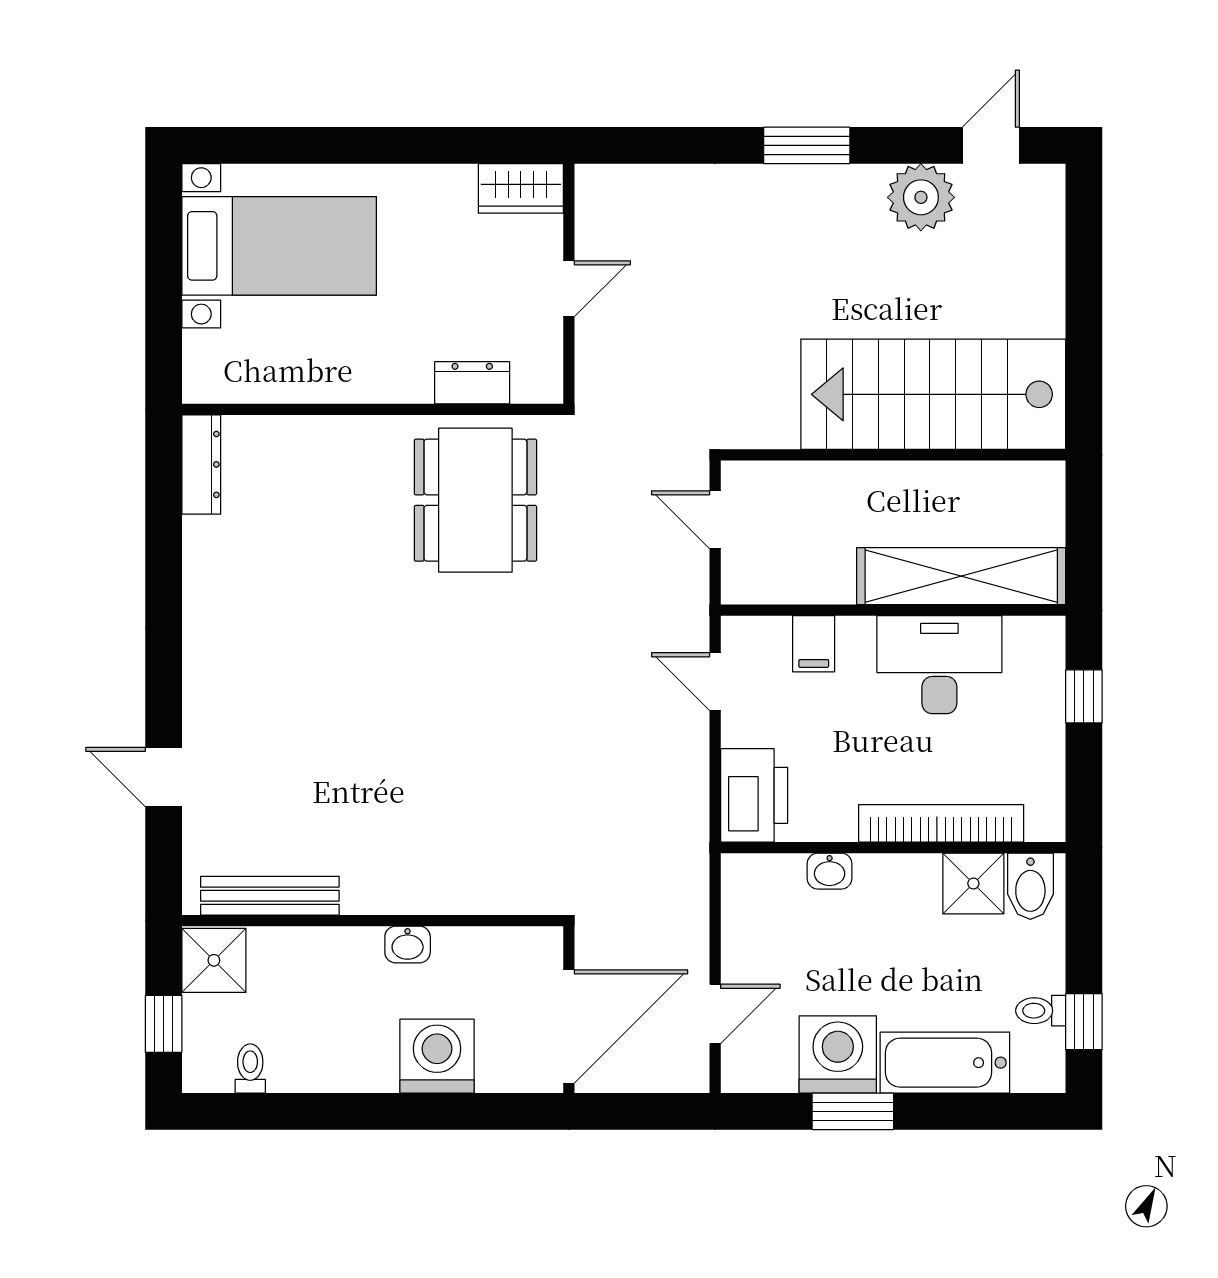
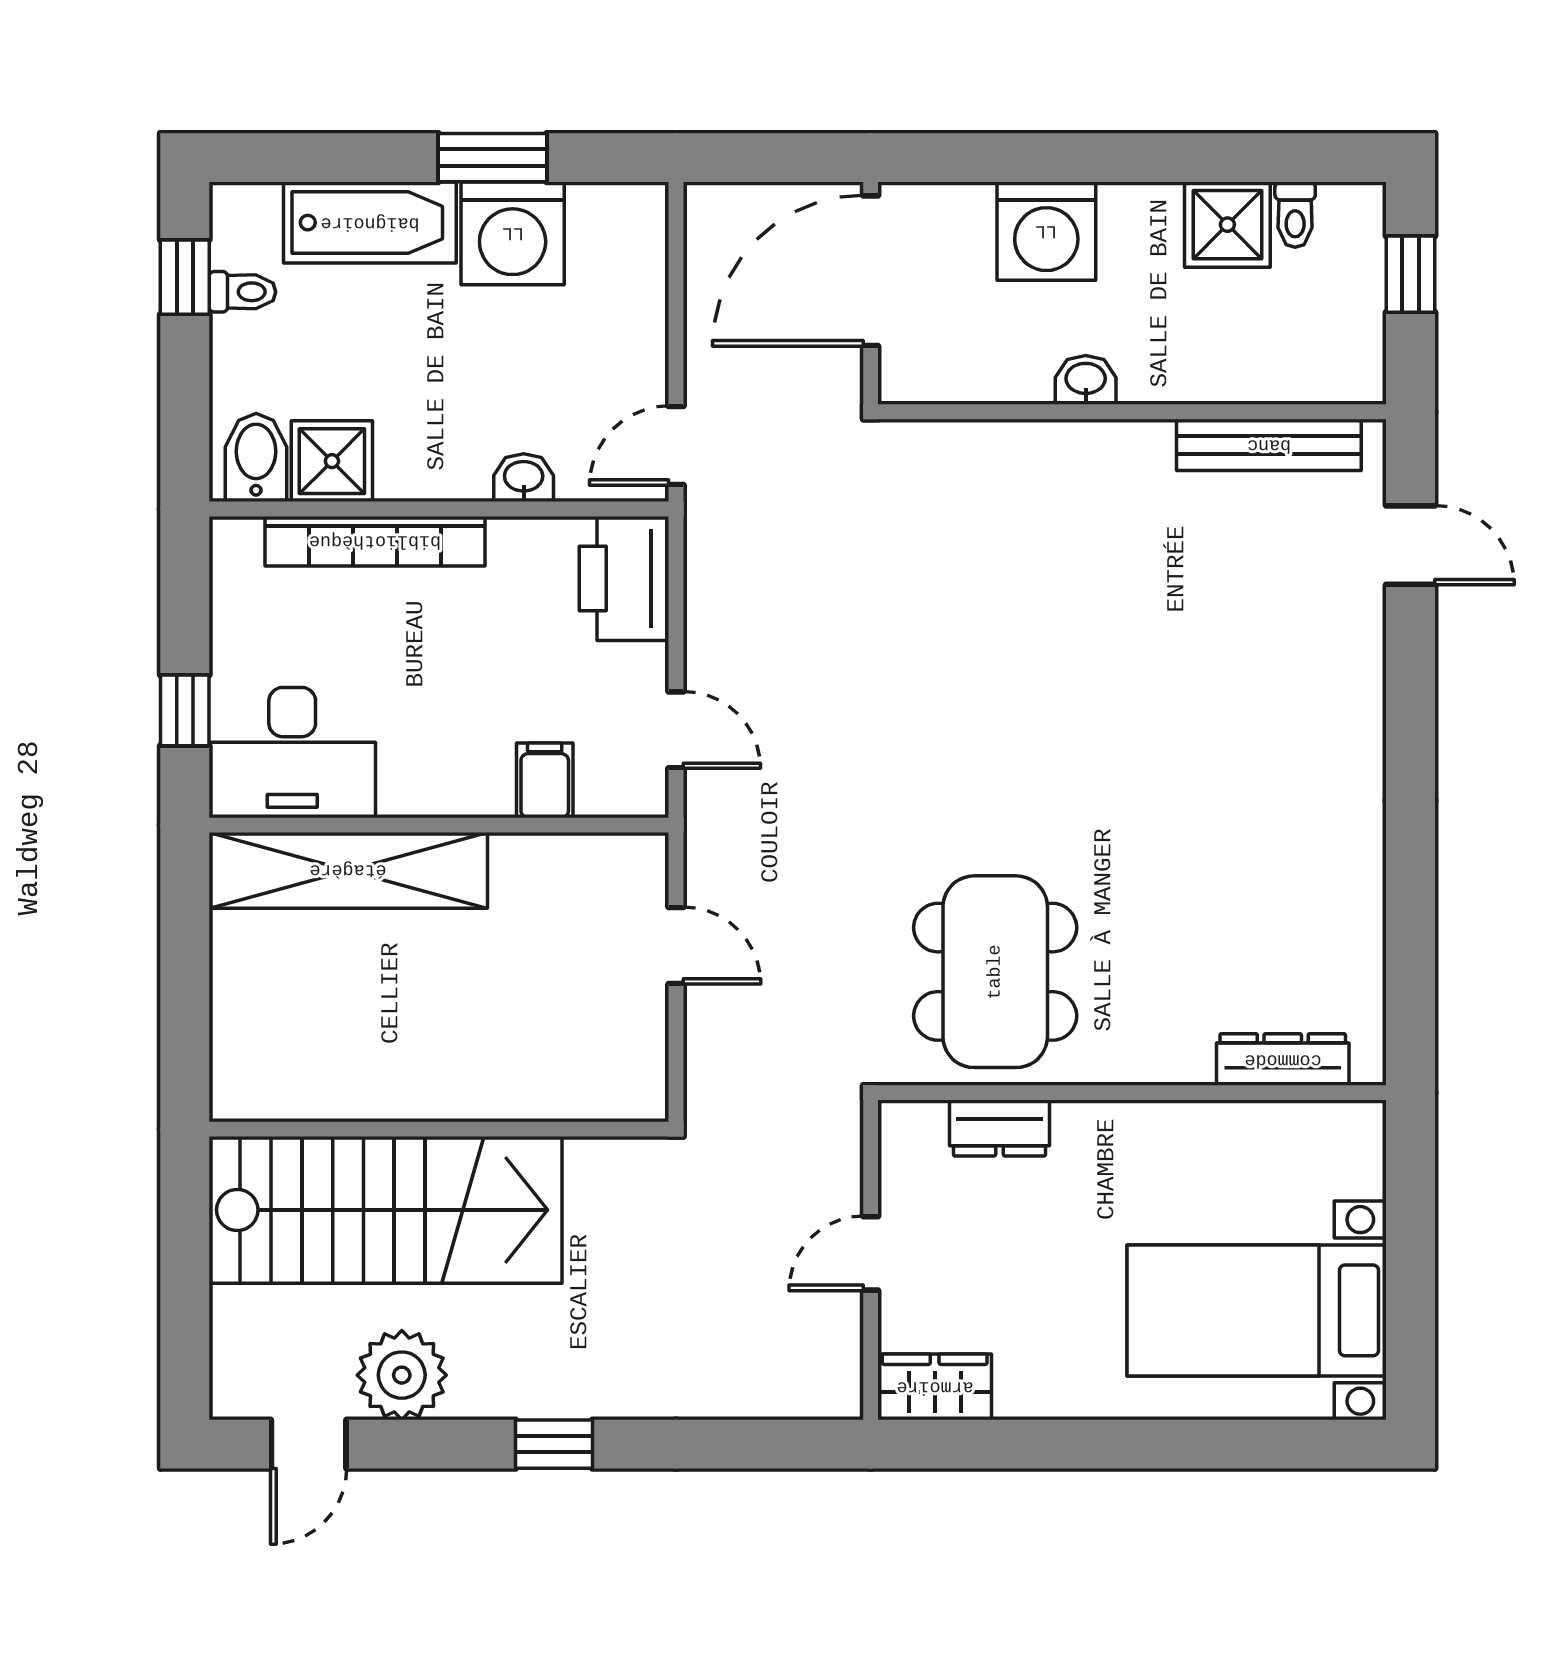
window: (807, 145) -> (554, 1444), width x0.67
stairs: (933, 394) -> (385, 1210), moved
wall: (893, 455) -> (439, 1129), moved
dresser: (201, 464) -> (1283, 1060), moved, turned 90
desk: (939, 665) -> (292, 753), moved
door: (164, 777) -> (1411, 545), moved
shower: (214, 960) -> (1227, 225), moved
door: (715, 1014) -> (676, 446), moved

